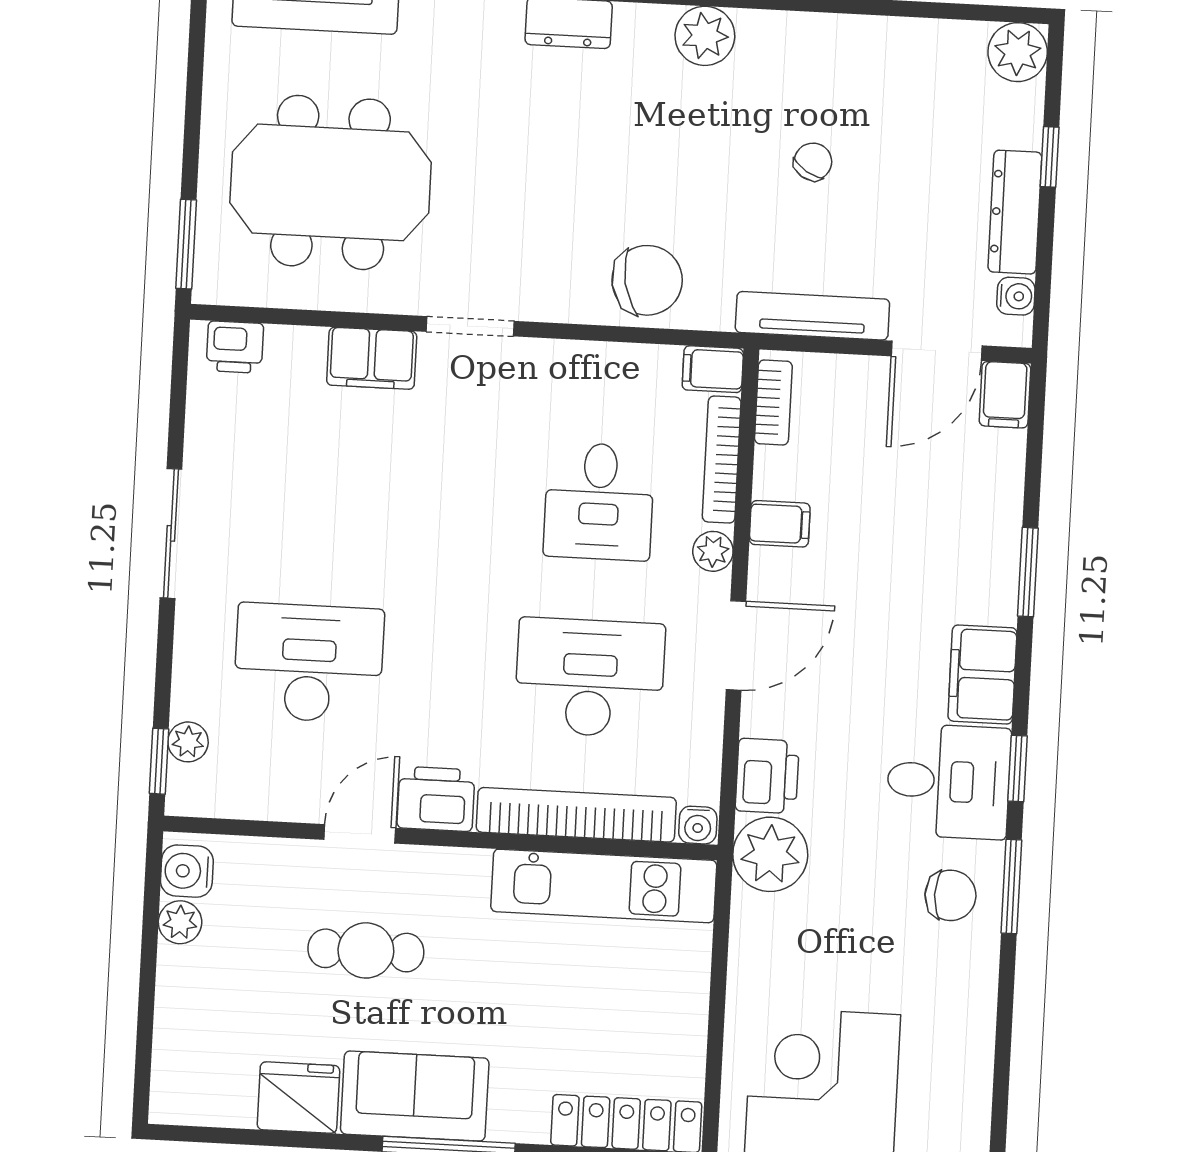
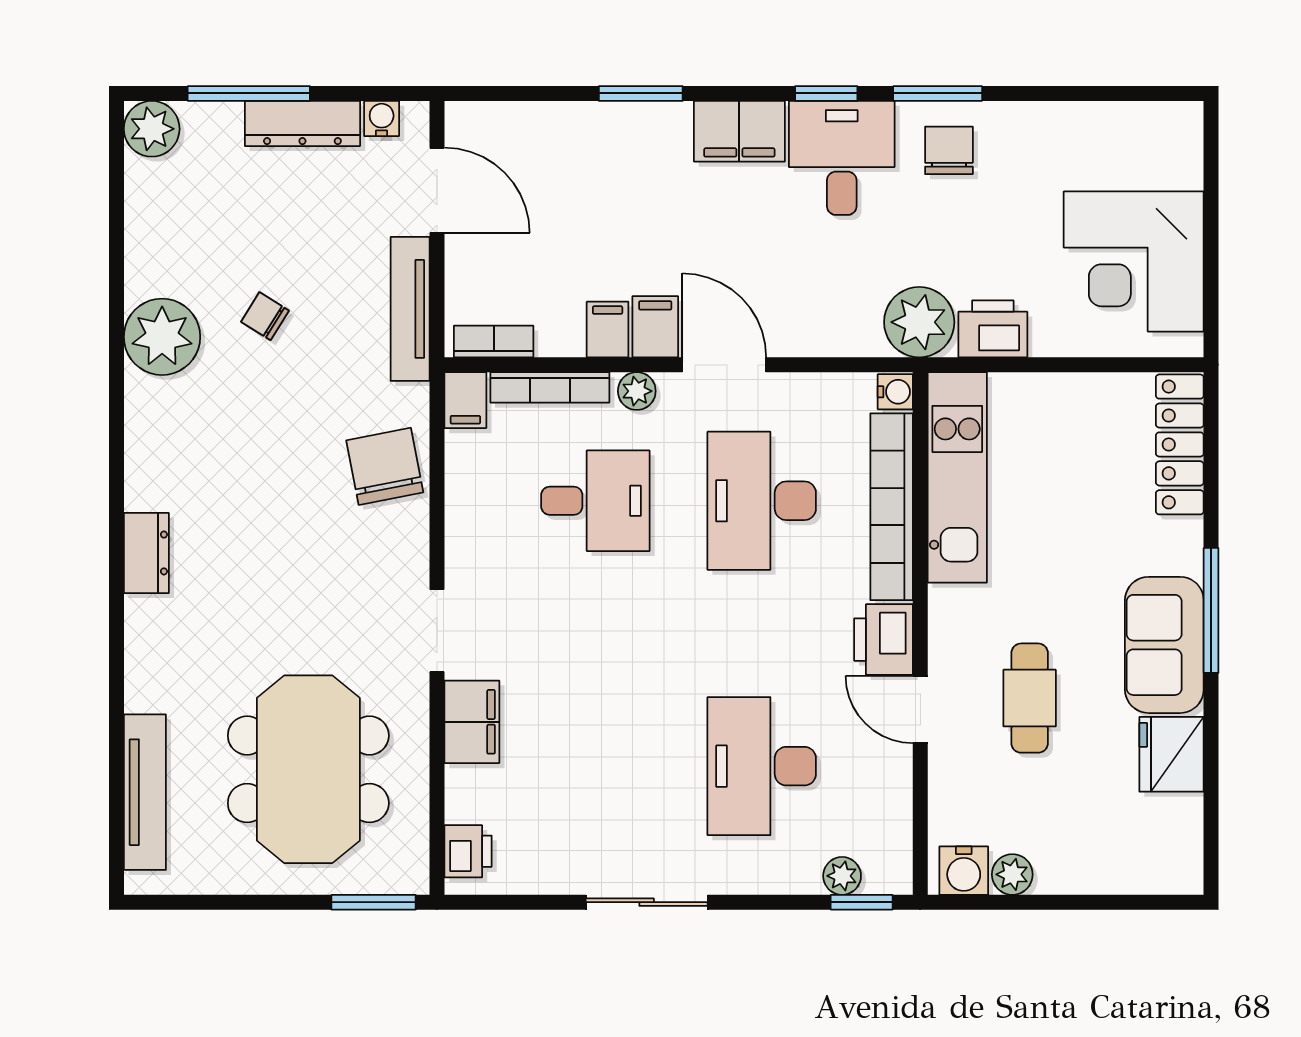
plant: (705, 36) -> (162, 337), moved, width x1.36, depth x1.36
window: (1050, 157) -> (249, 93), width x2.17
filing cabinet: (1005, 395) -> (655, 327), moved, turned -90
printer: (767, 776) -> (993, 329), moved

